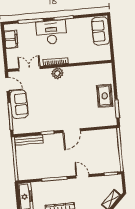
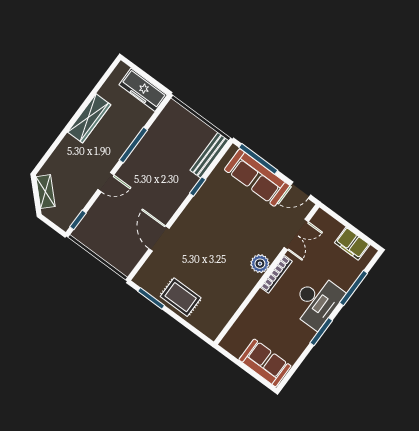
sofa: (19, 104) -> (257, 178), width x1.36
door: (72, 131) -> (159, 239), moved

